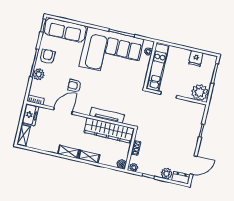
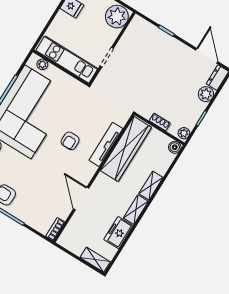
plant: (39, 74) -> (24, 214), removed
armchair: (75, 86) -> (70, 141), moved
freezer: (30, 115) -> (118, 233), moved, turned -90

